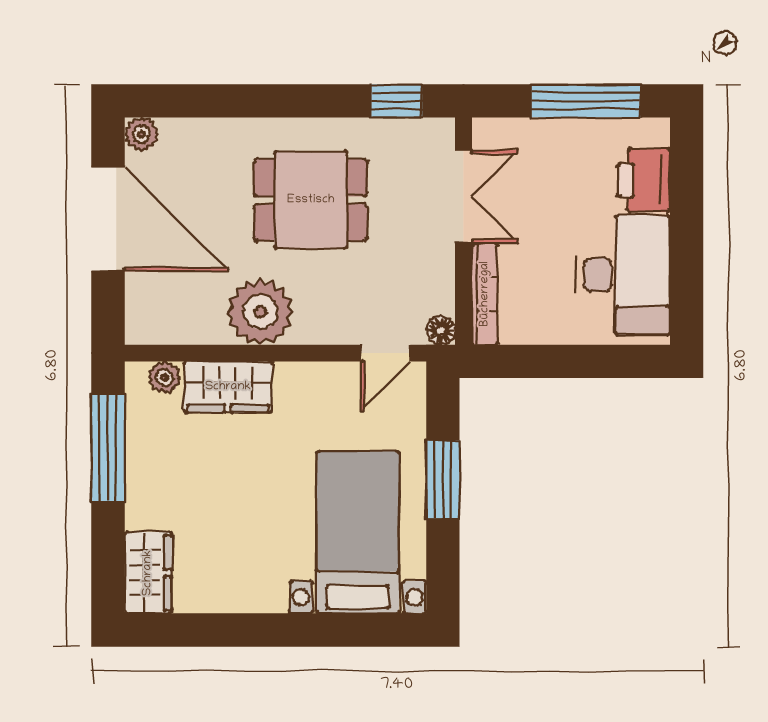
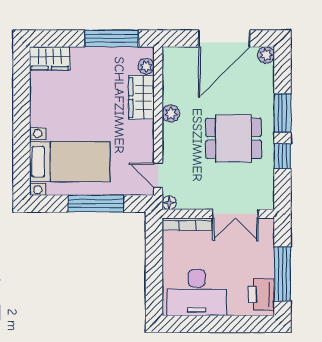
window: (259, 101) -> (282, 113), added
window: (397, 101) -> (282, 156), moved
printer: (644, 180) -> (261, 294), moved, turned -90
dining table: (311, 200) -> (234, 138), turned 90
plant: (260, 312) -> (171, 114), width x0.53, depth x0.53
window: (443, 479) -> (96, 204), width x1.44

